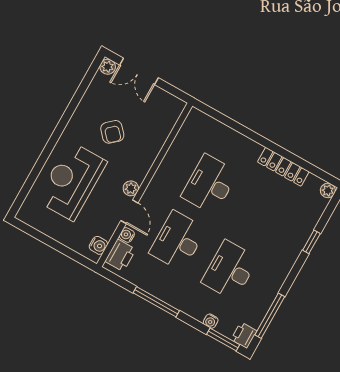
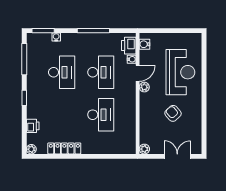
plant: (108, 67) -> (144, 149), moved
door: (129, 212) -> (138, 73), swing flipped
window: (311, 242) -> (24, 98), moved
printer: (244, 335) -> (33, 126), moved

